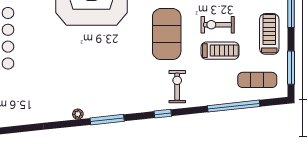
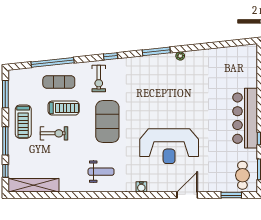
exercise bike: (218, 25) -> (54, 133), moved
treadmill: (220, 51) -> (64, 108), turned 180
exercise mat: (257, 80) -> (59, 82), moved

